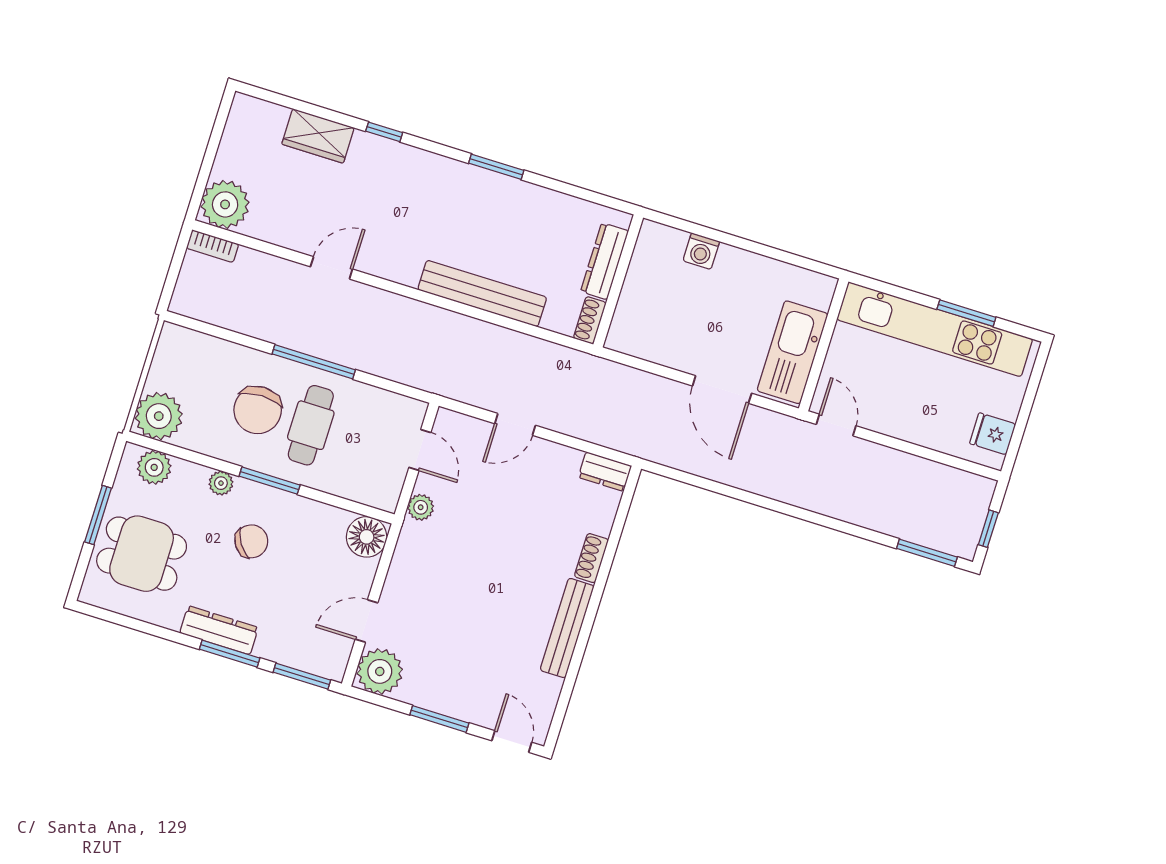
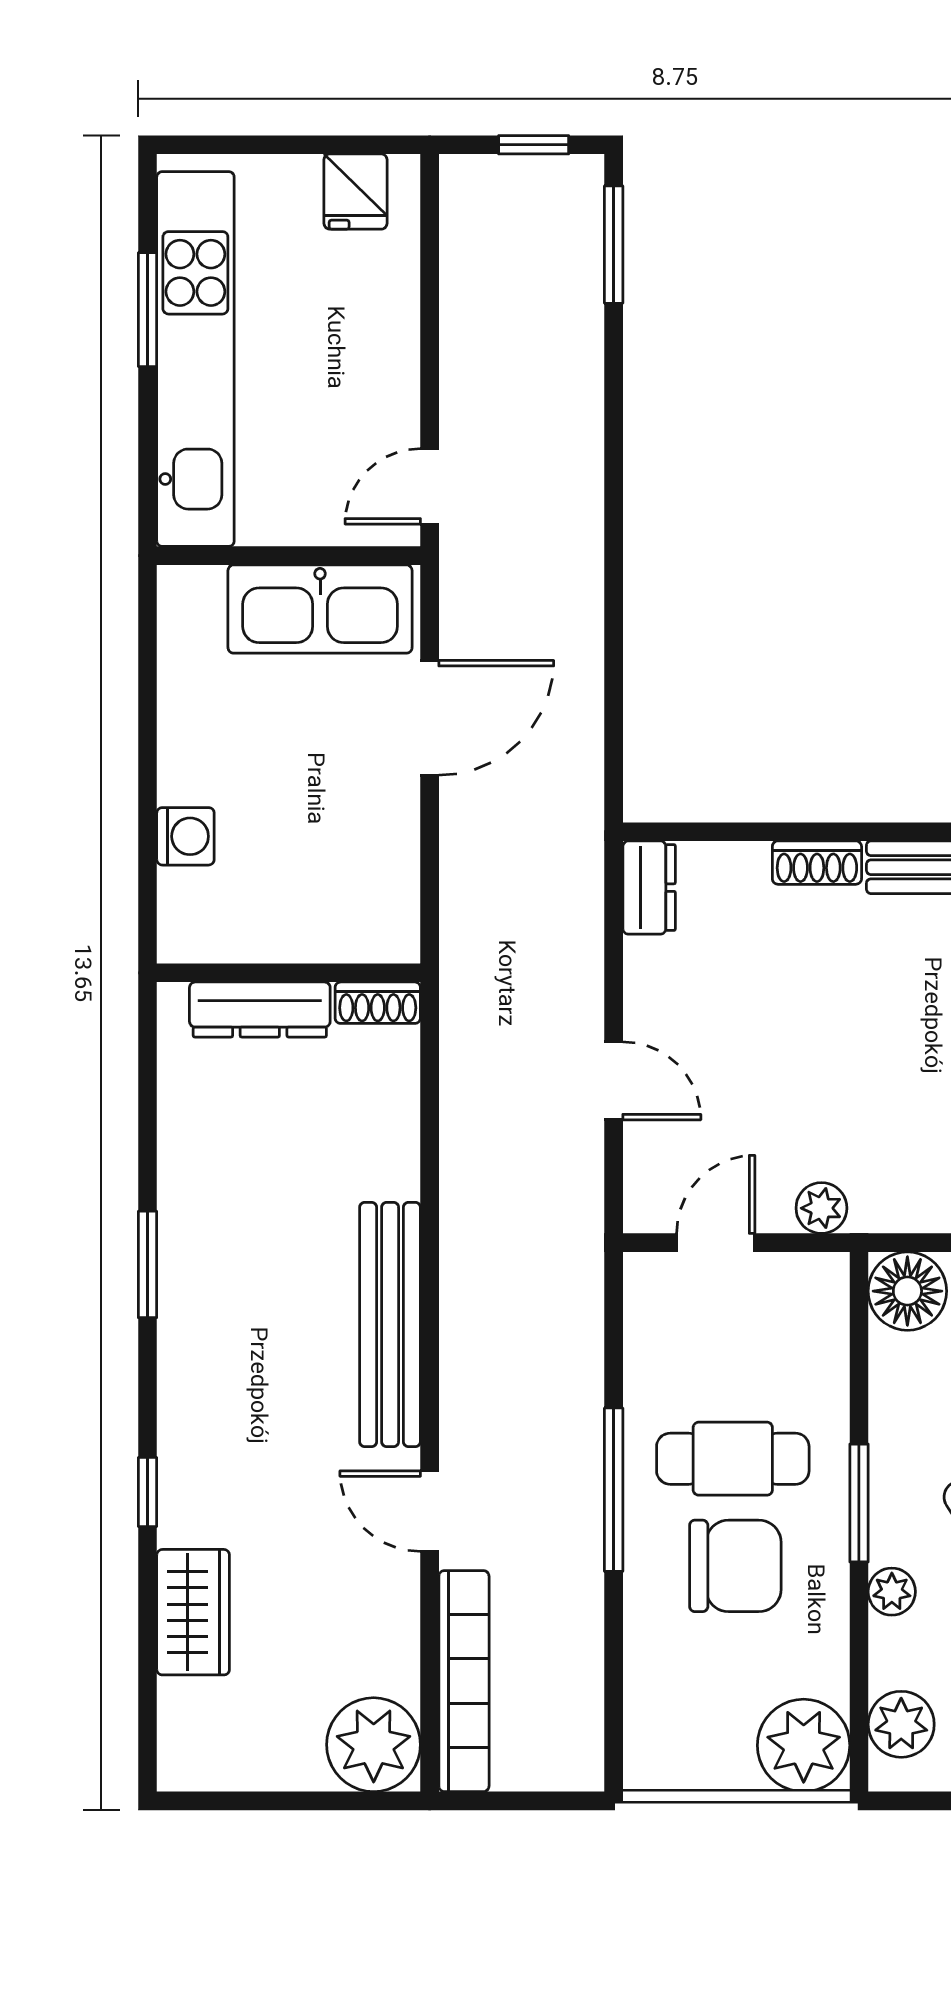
bookcase: (213, 246) -> (464, 1681), width x2.31, depth x1.31
bench: (482, 293) -> (390, 1324), moved

